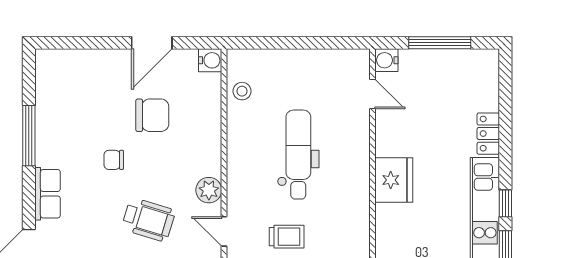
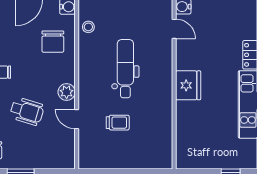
chair: (152, 115) -> (53, 42), moved, turned 90

